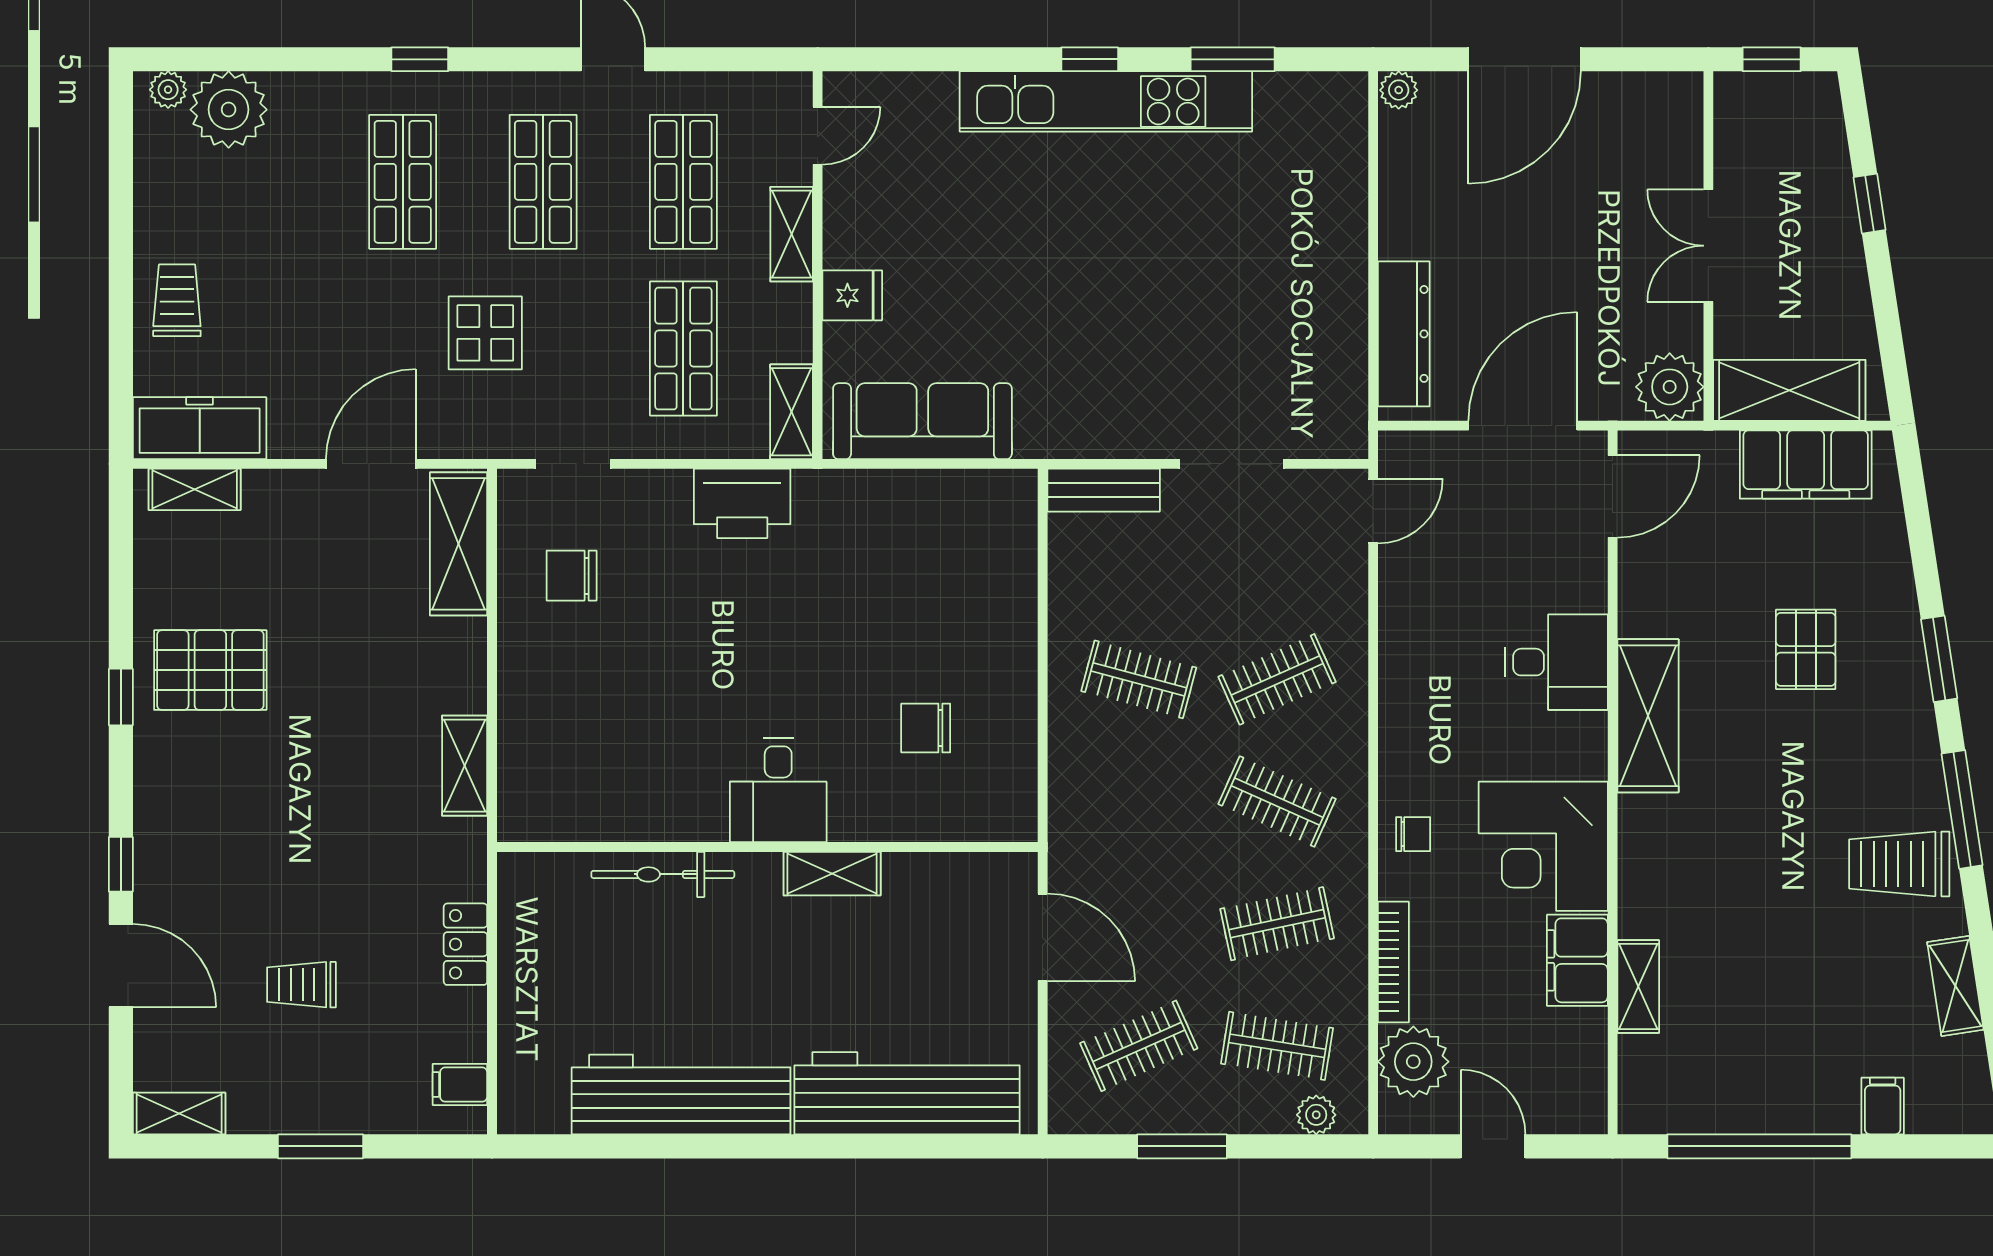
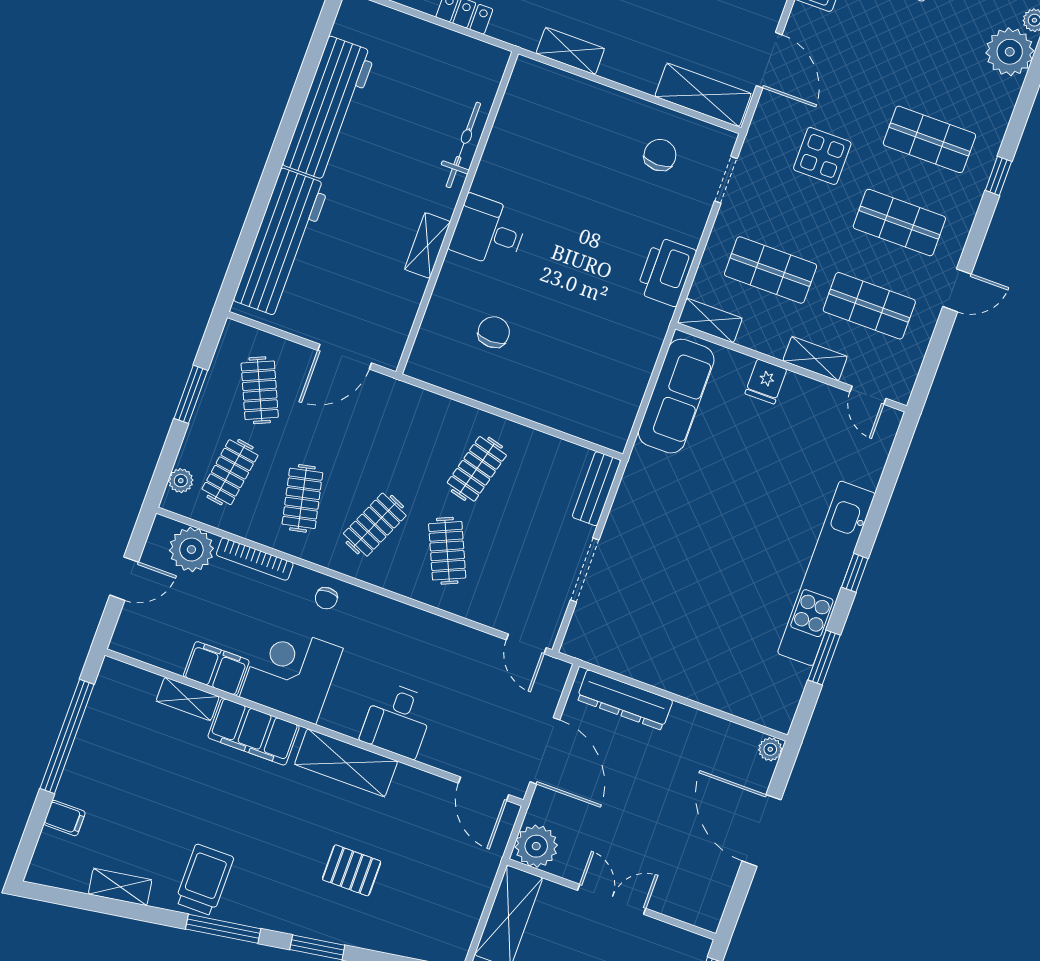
filing cabinet: (1806, 465) -> (254, 732), moved, turned -90

